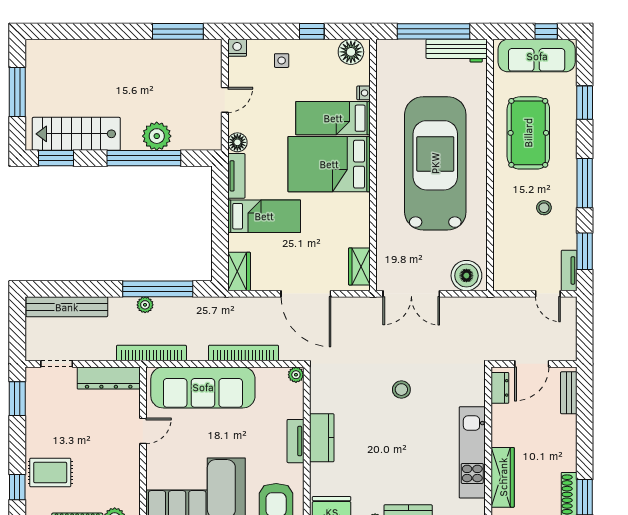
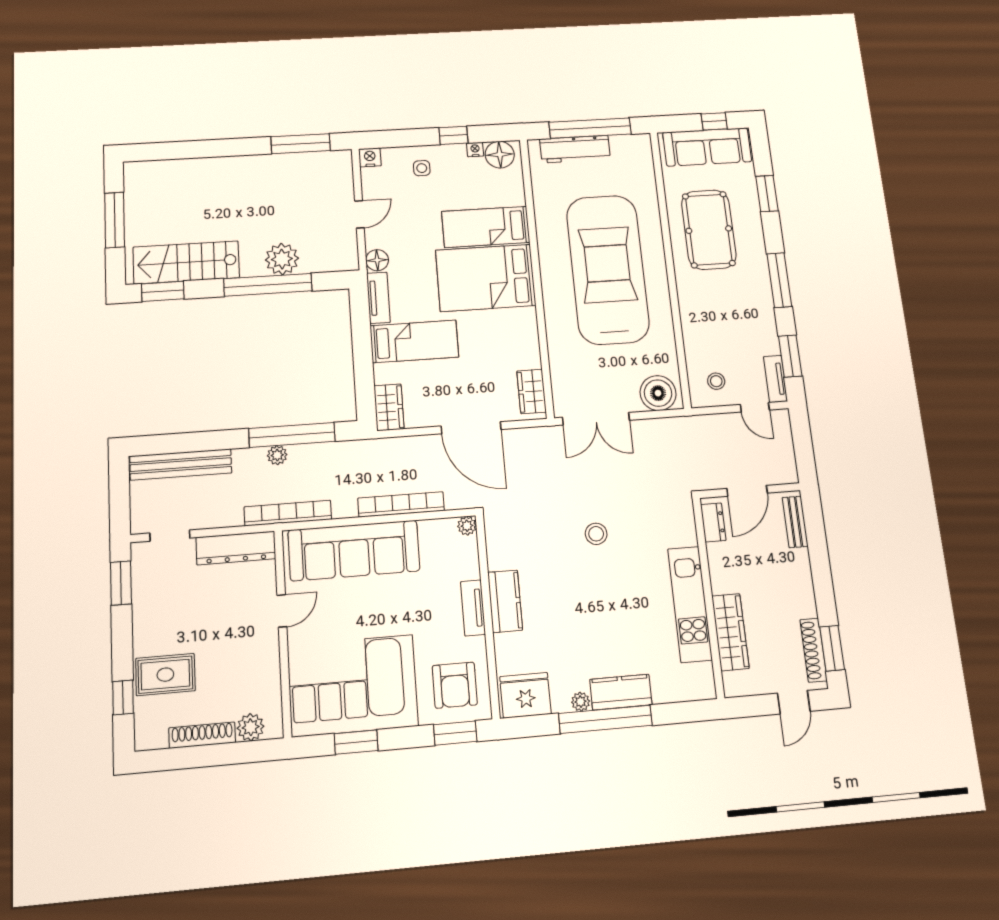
workbench: (457, 51) -> (575, 149), moved
nightstand: (364, 93) -> (475, 150), moved, turned -90
stool: (544, 208) -> (716, 381), moved

